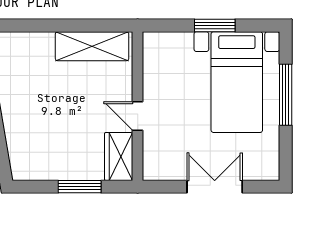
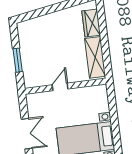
window: (215, 25) -> (115, 123), removed
wardrobe: (119, 157) -> (91, 23), moved, turned -90

